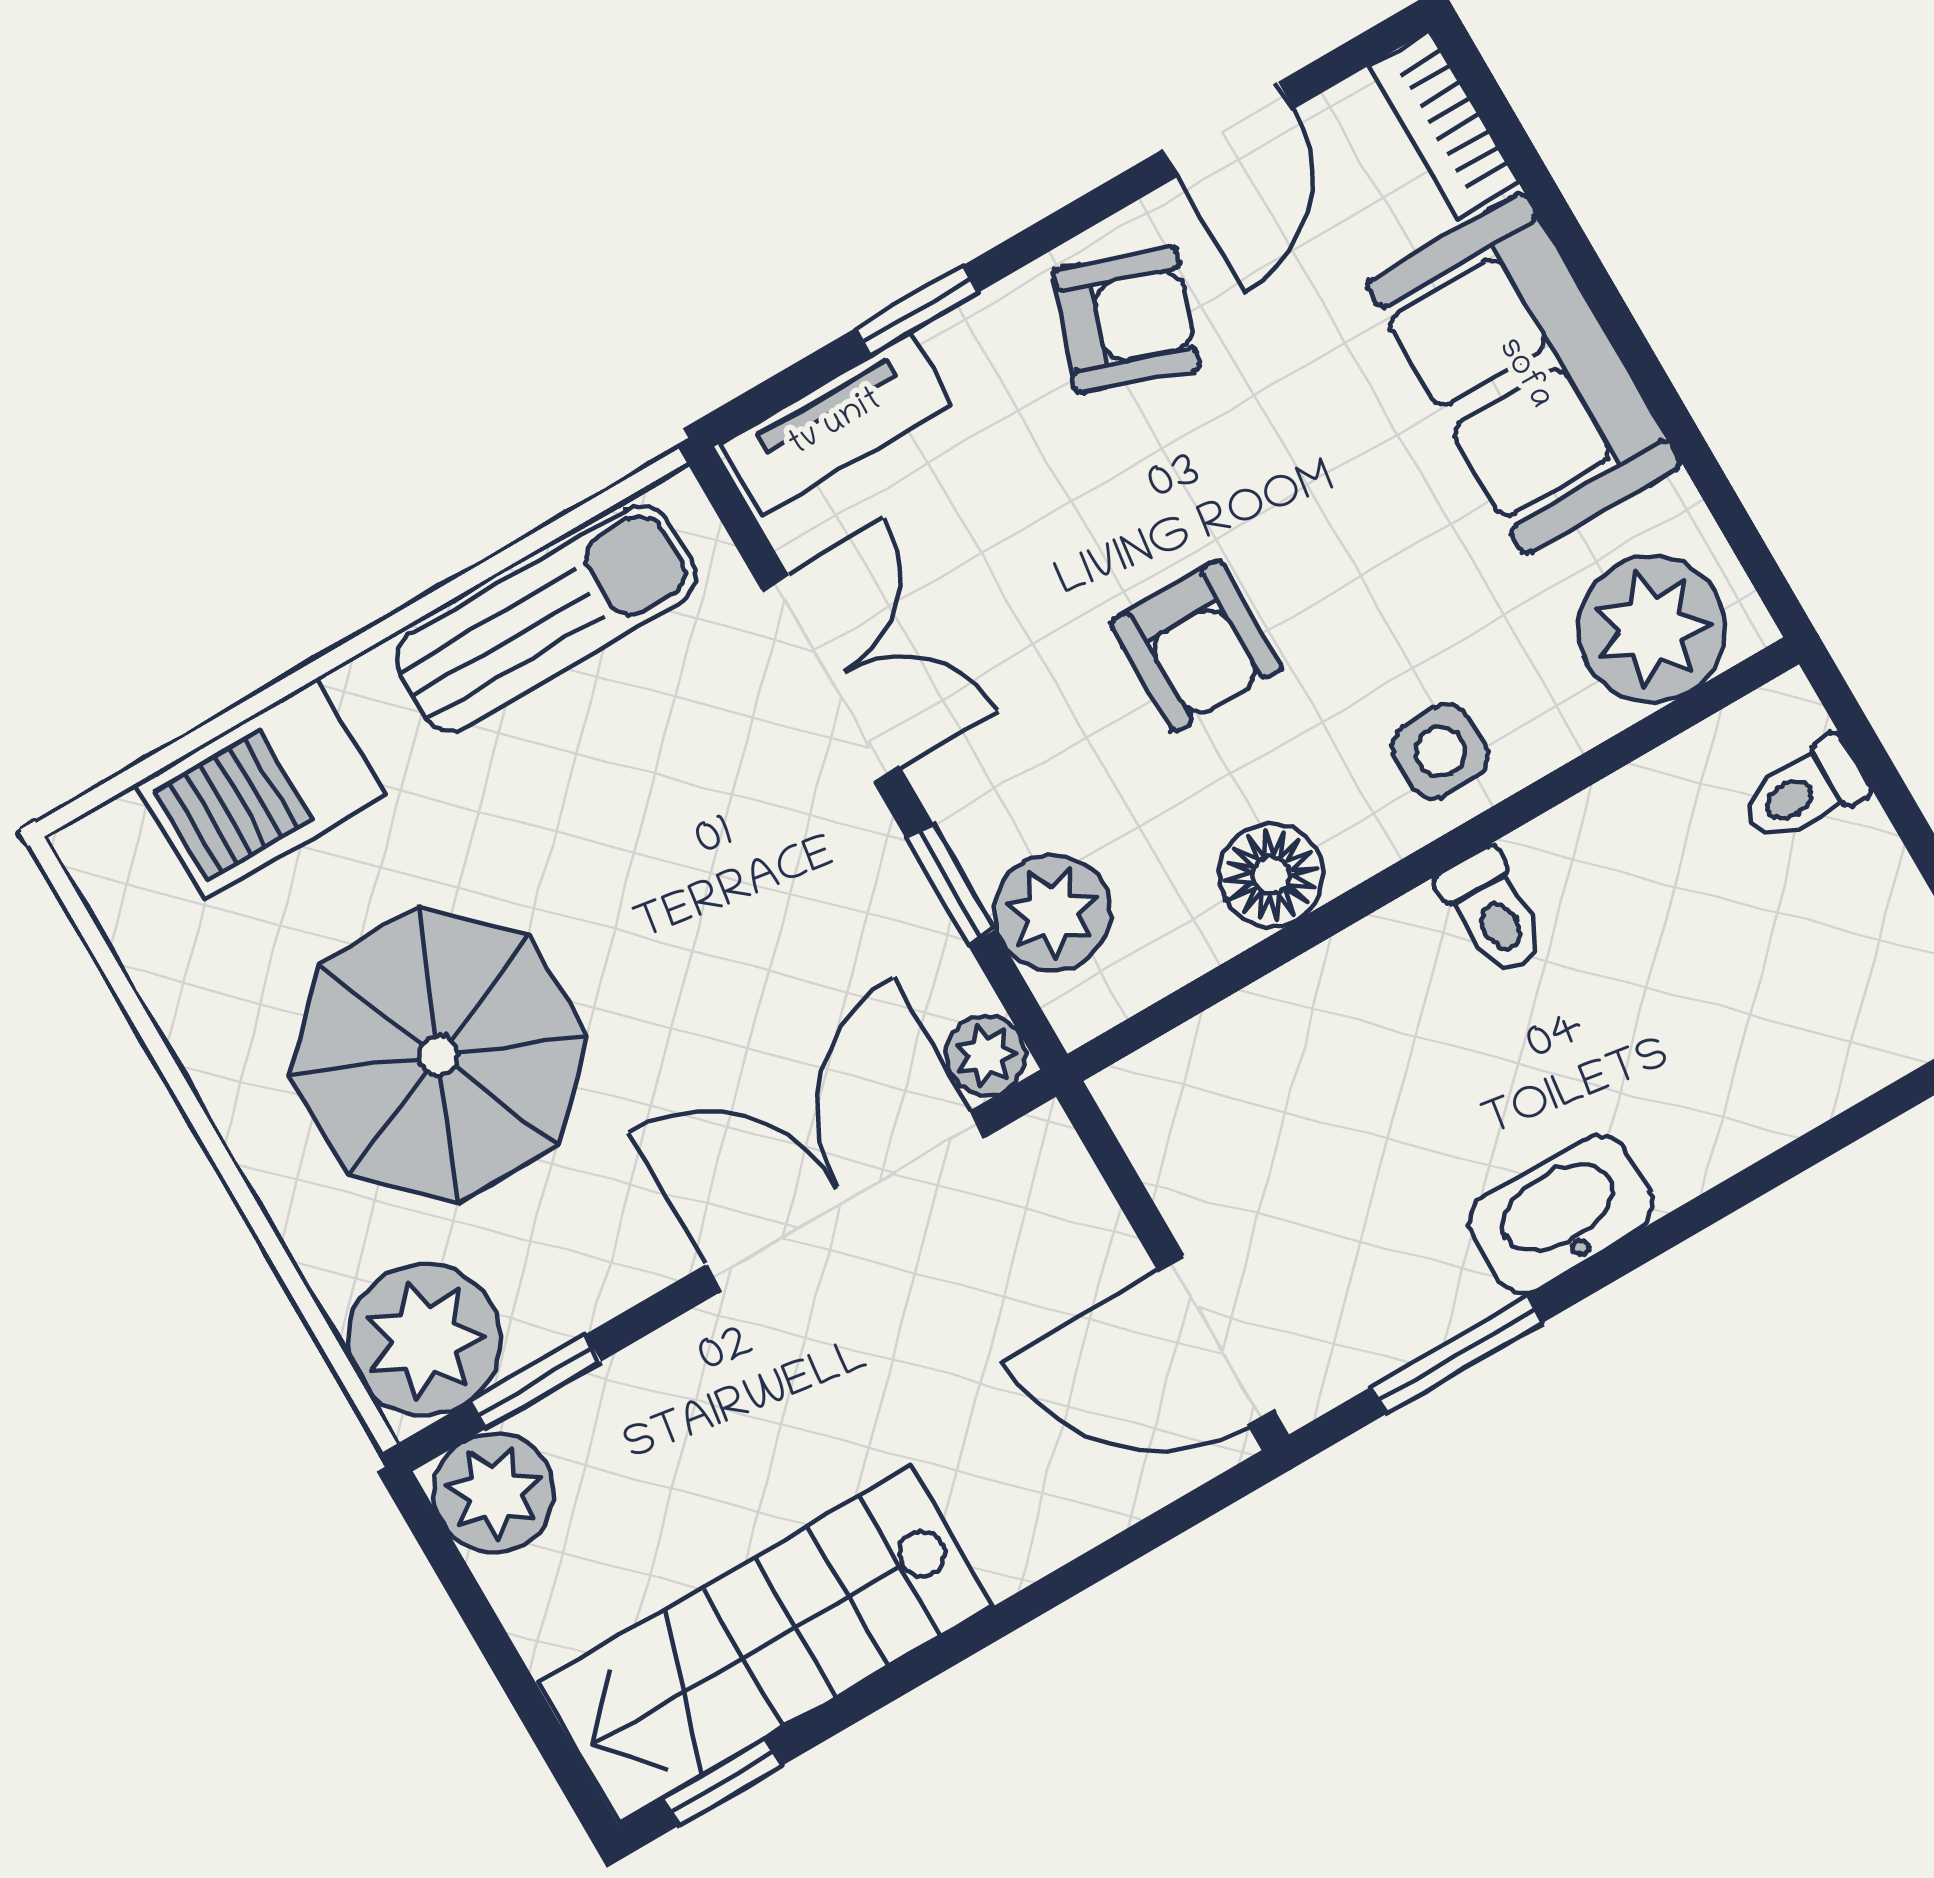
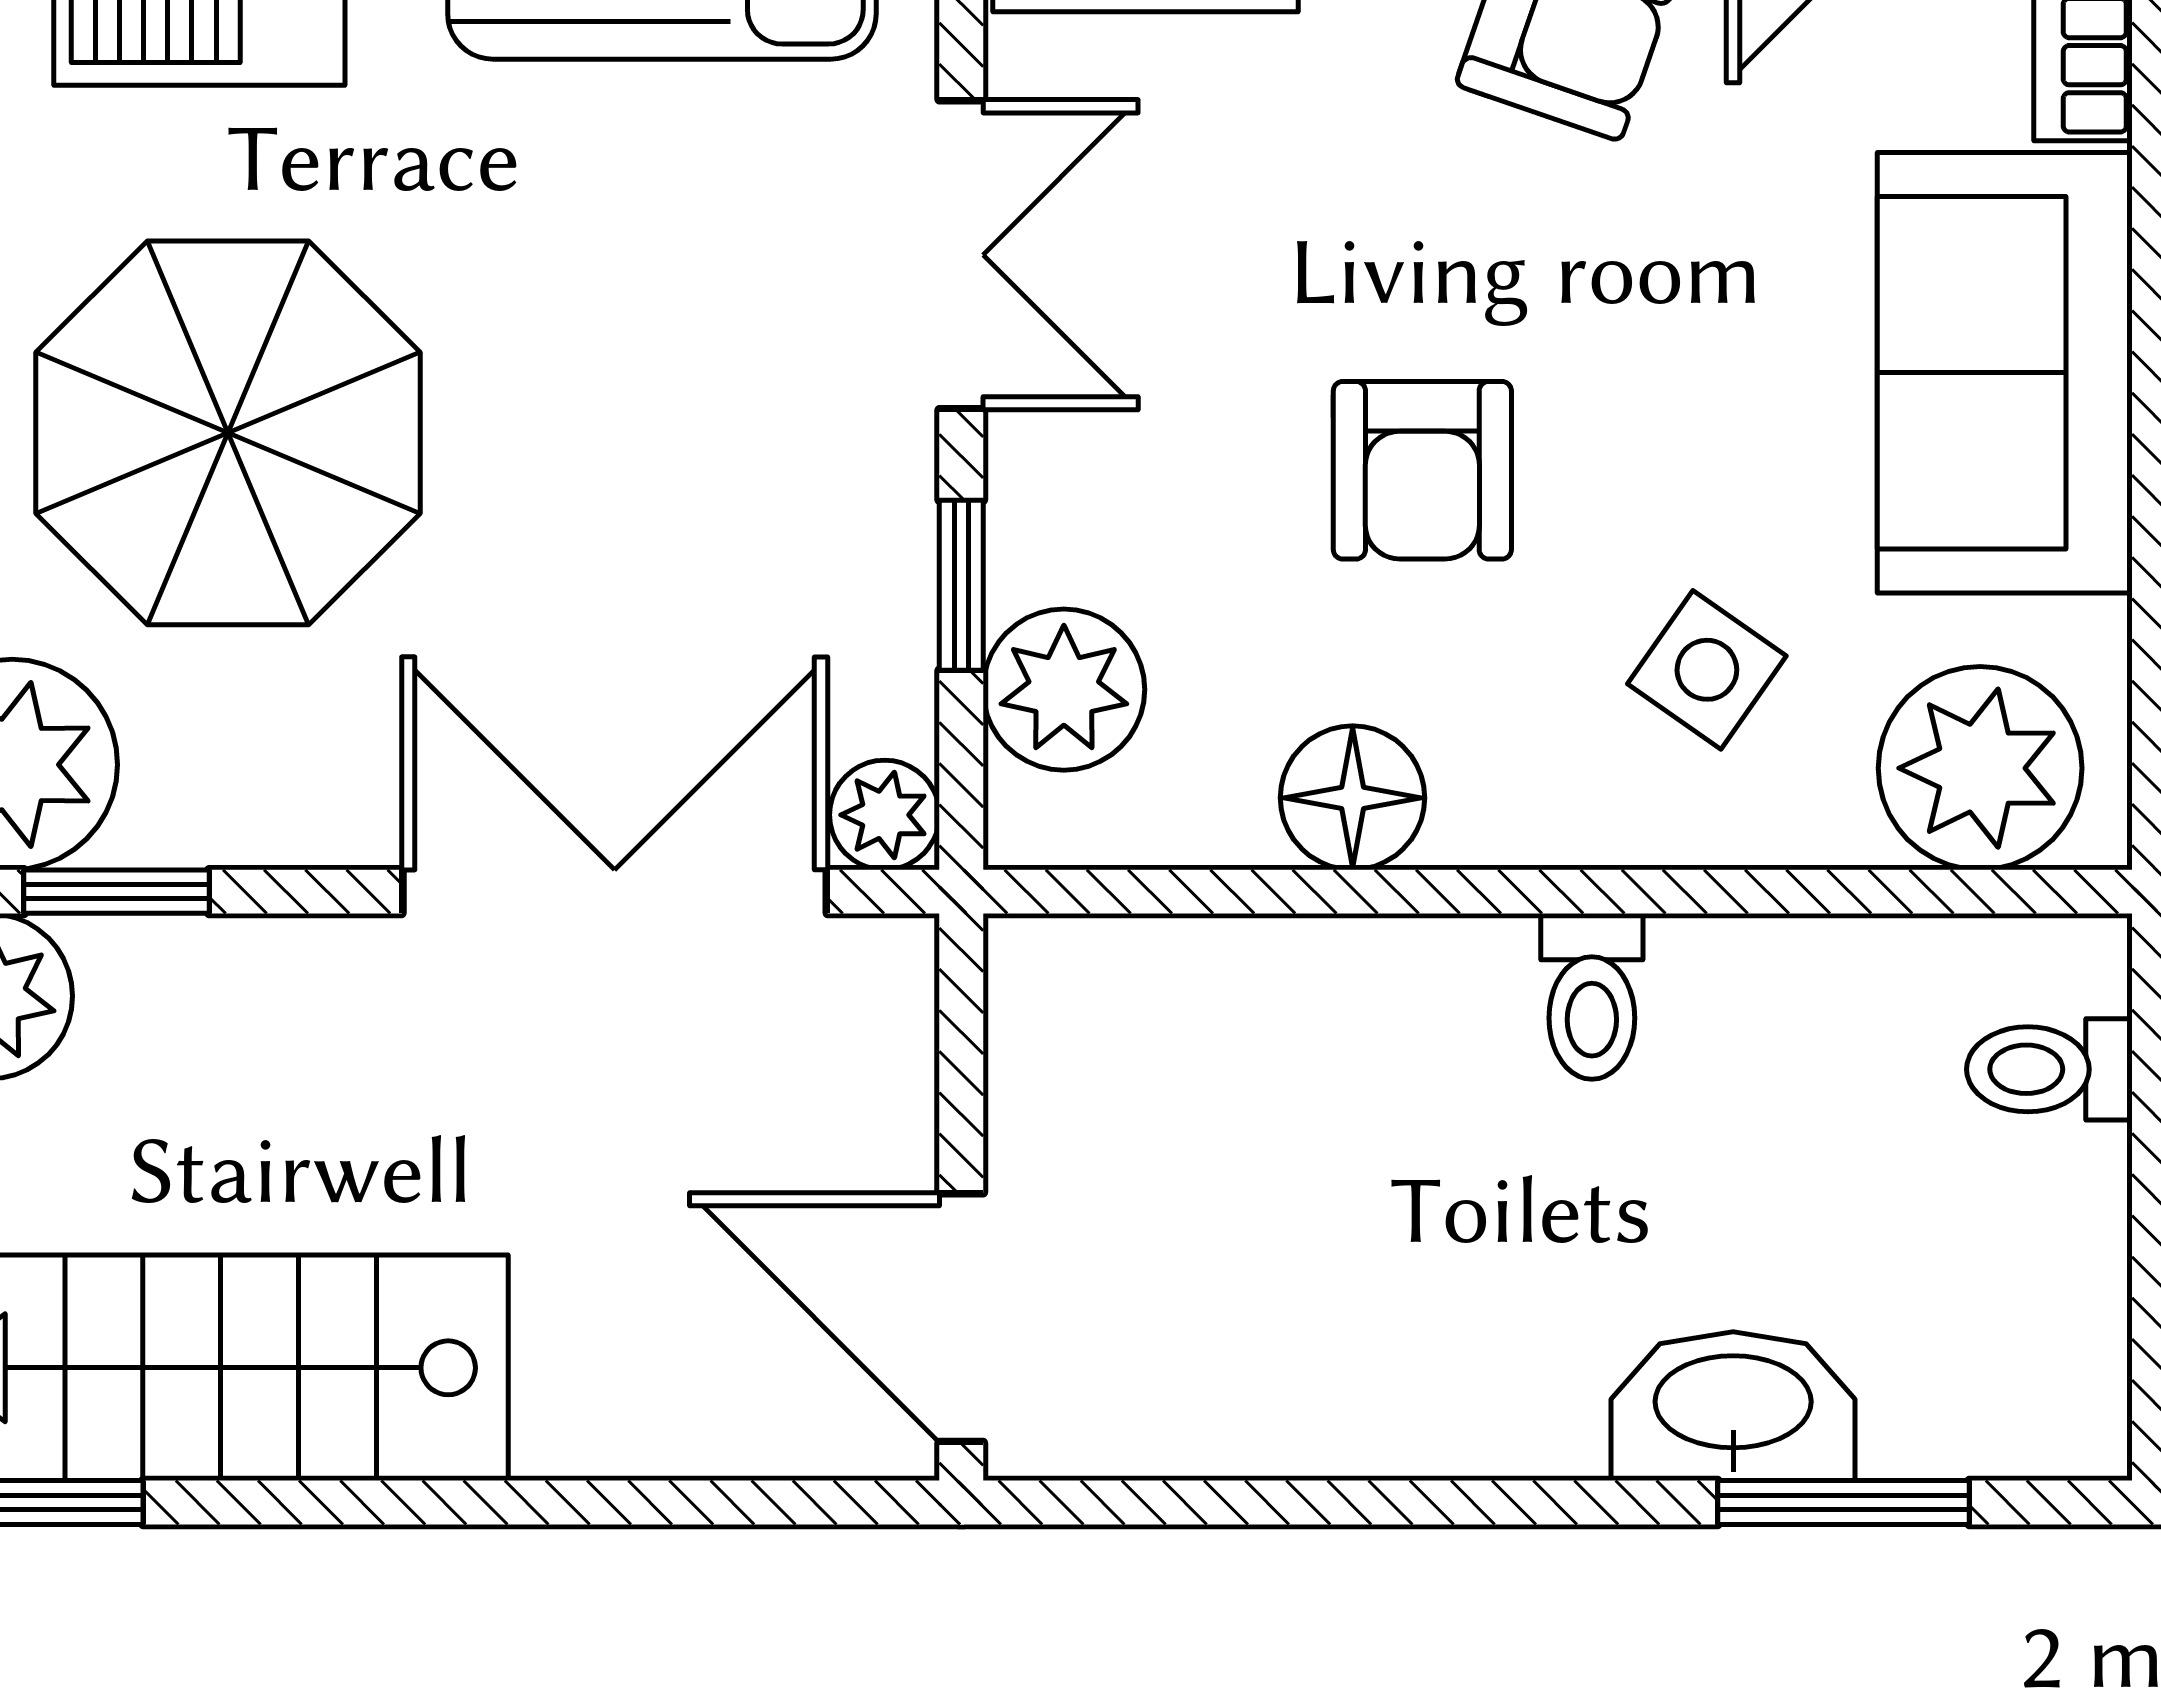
side table: (1440, 752) -> (1707, 670), moved, turned 35
washbasin: (1561, 1214) -> (1733, 1406), moved
window: (1457, 1355) -> (1843, 1503), moved

